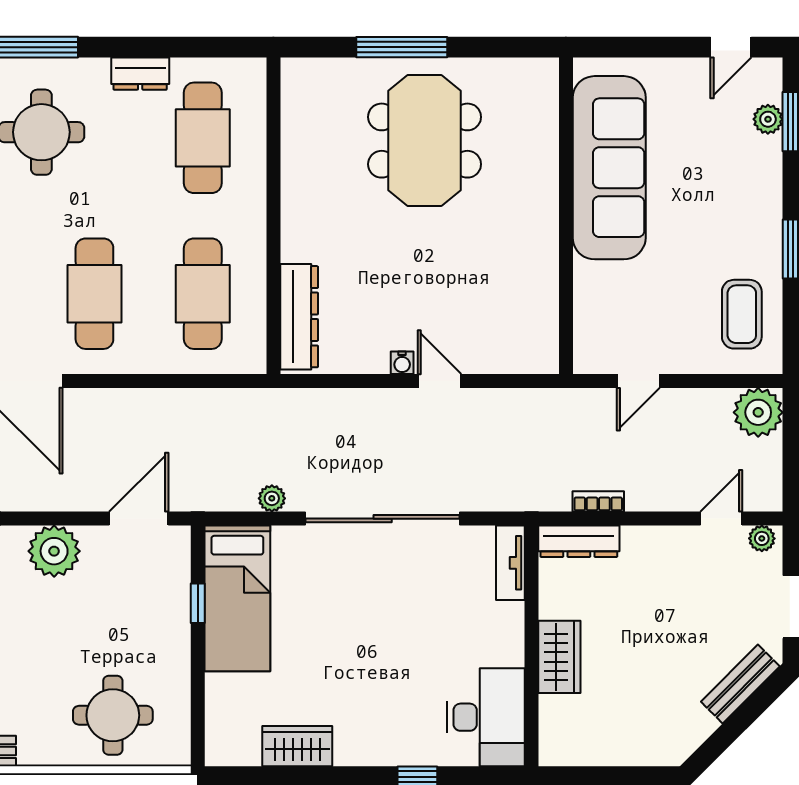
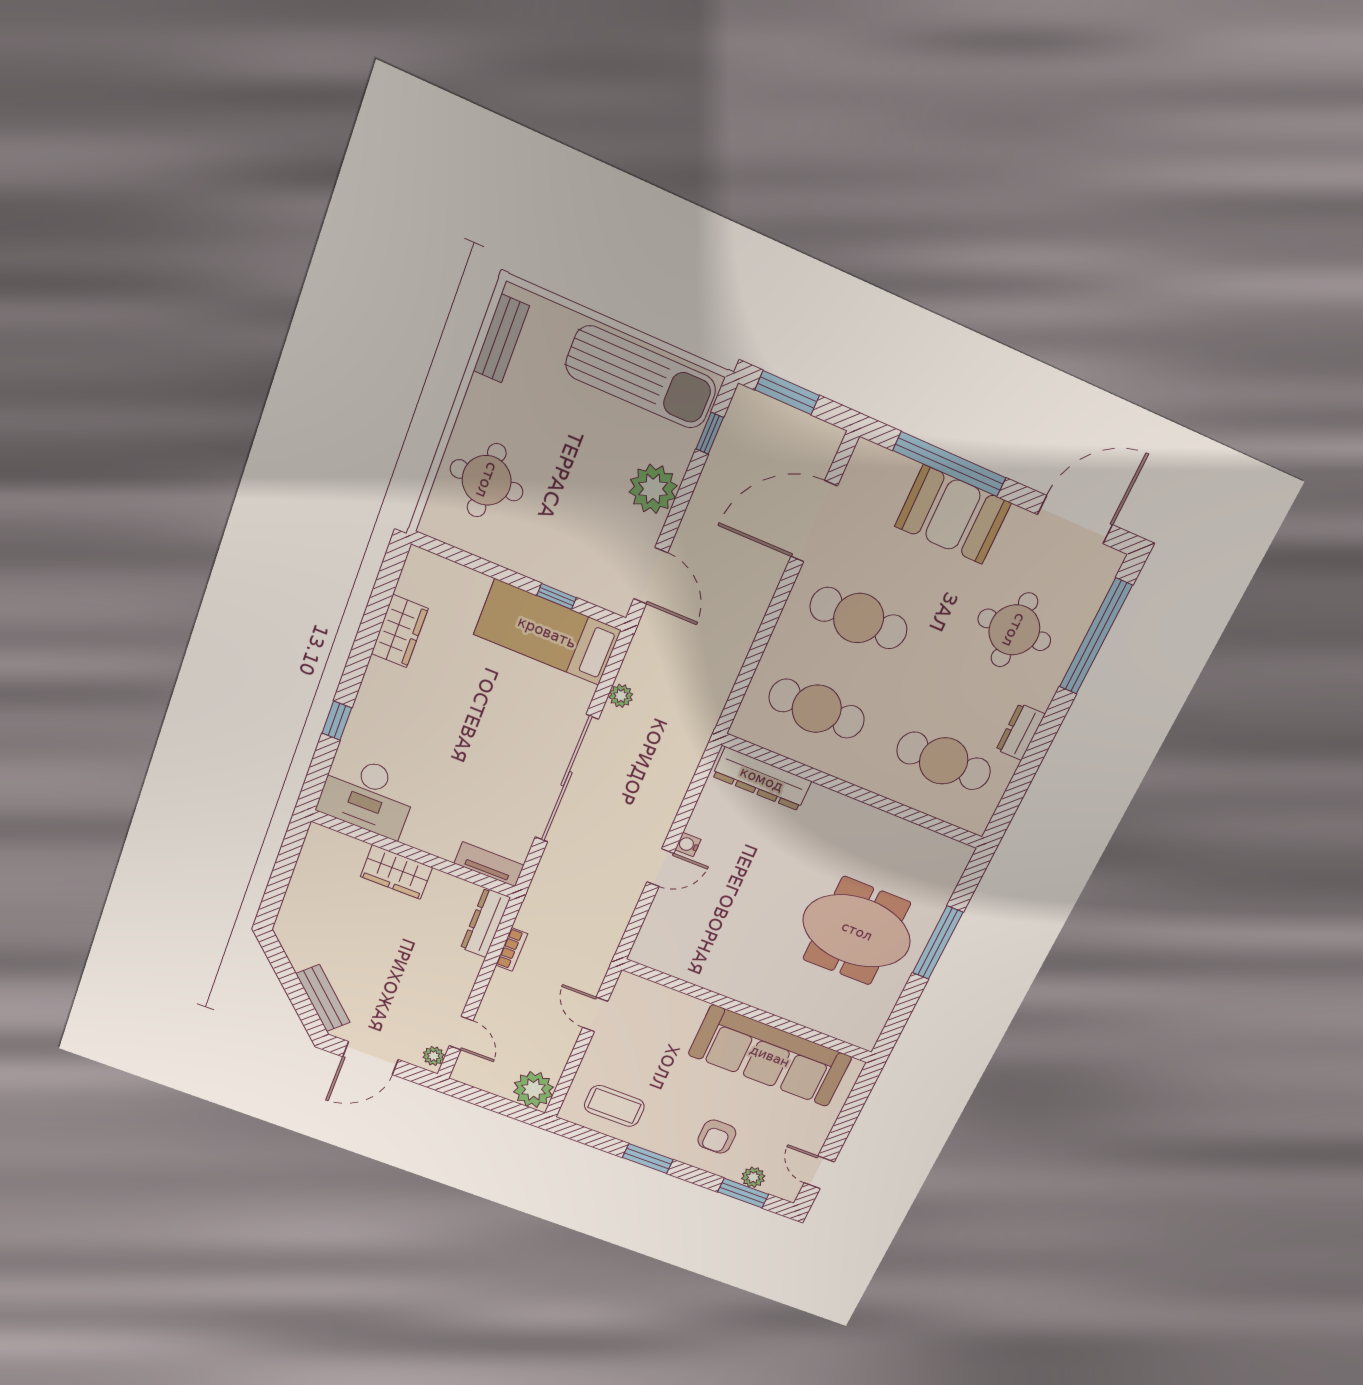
armchair: (733, 183) -> (717, 1137), added

